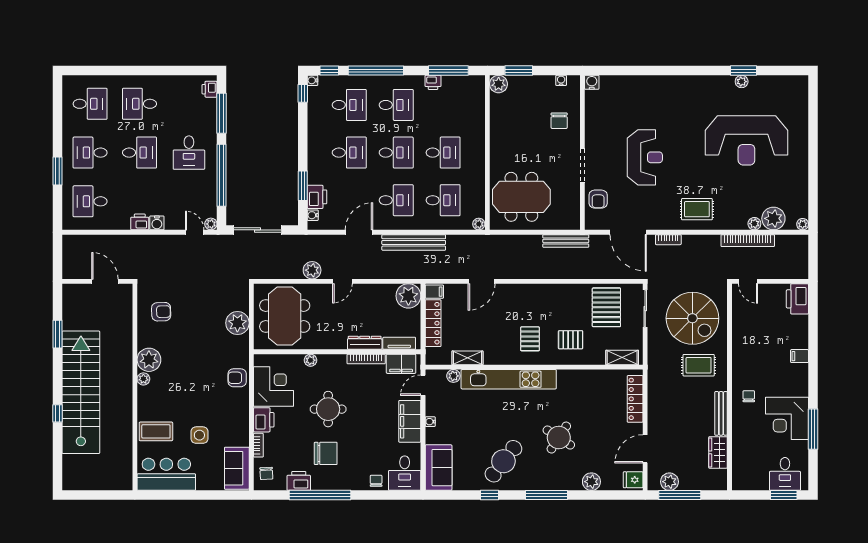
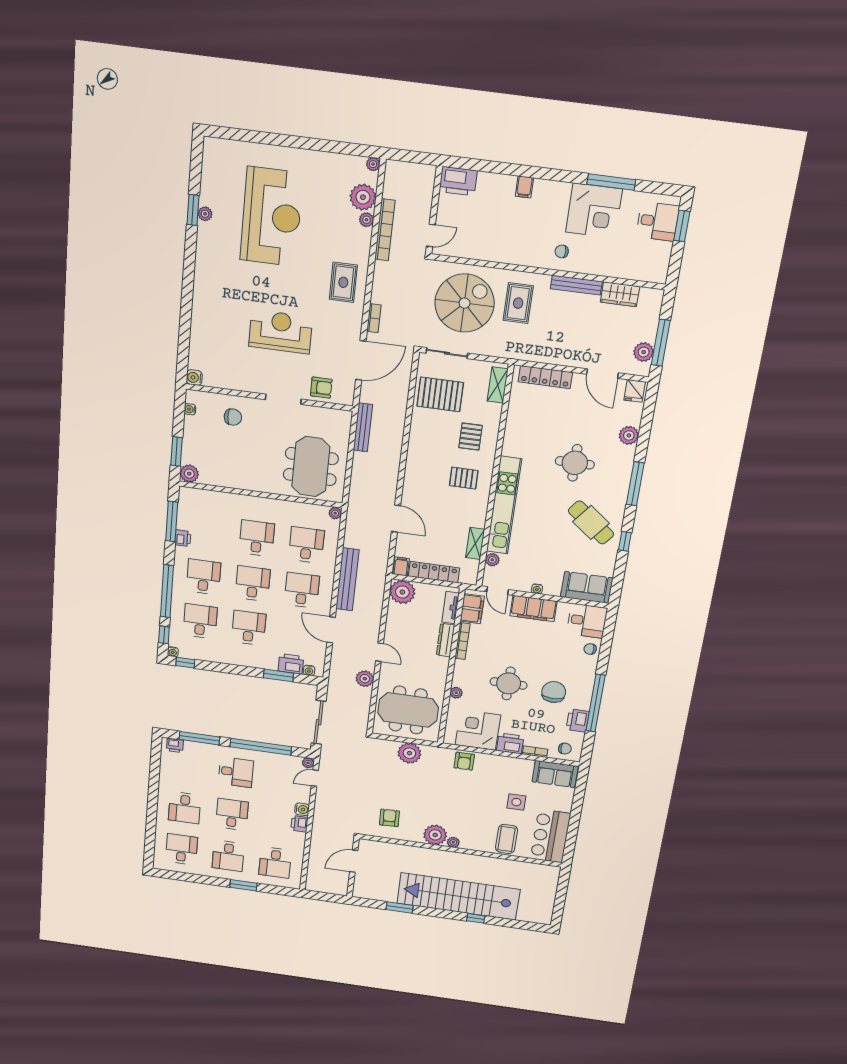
round table: (559, 438) -> (575, 463), turned -33

